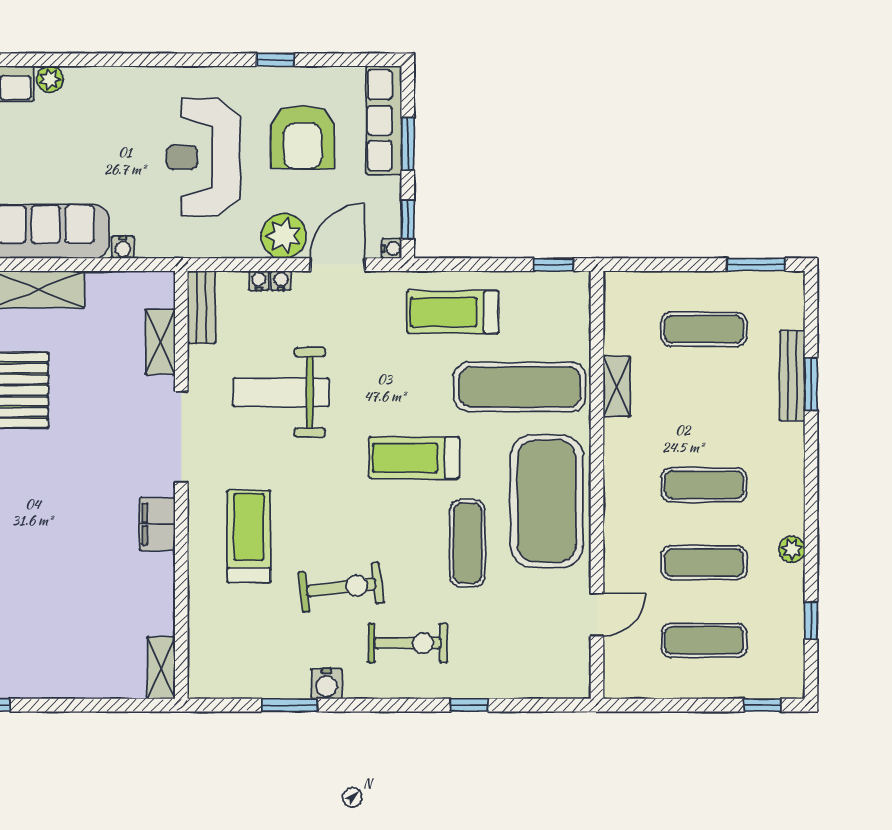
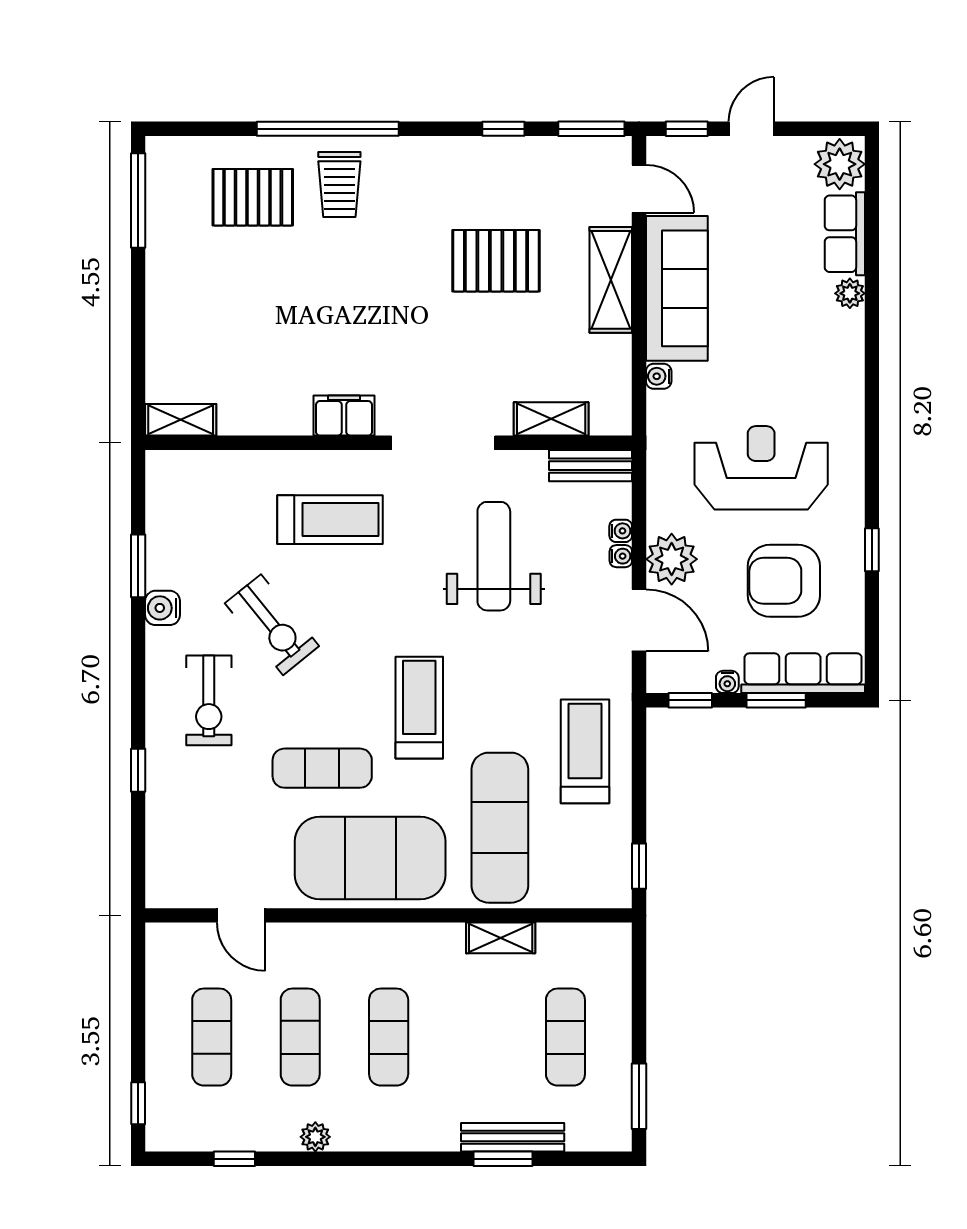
water cooler: (392, 248) -> (727, 682), moved
exercise bike: (341, 587) -> (272, 625), turned -32

